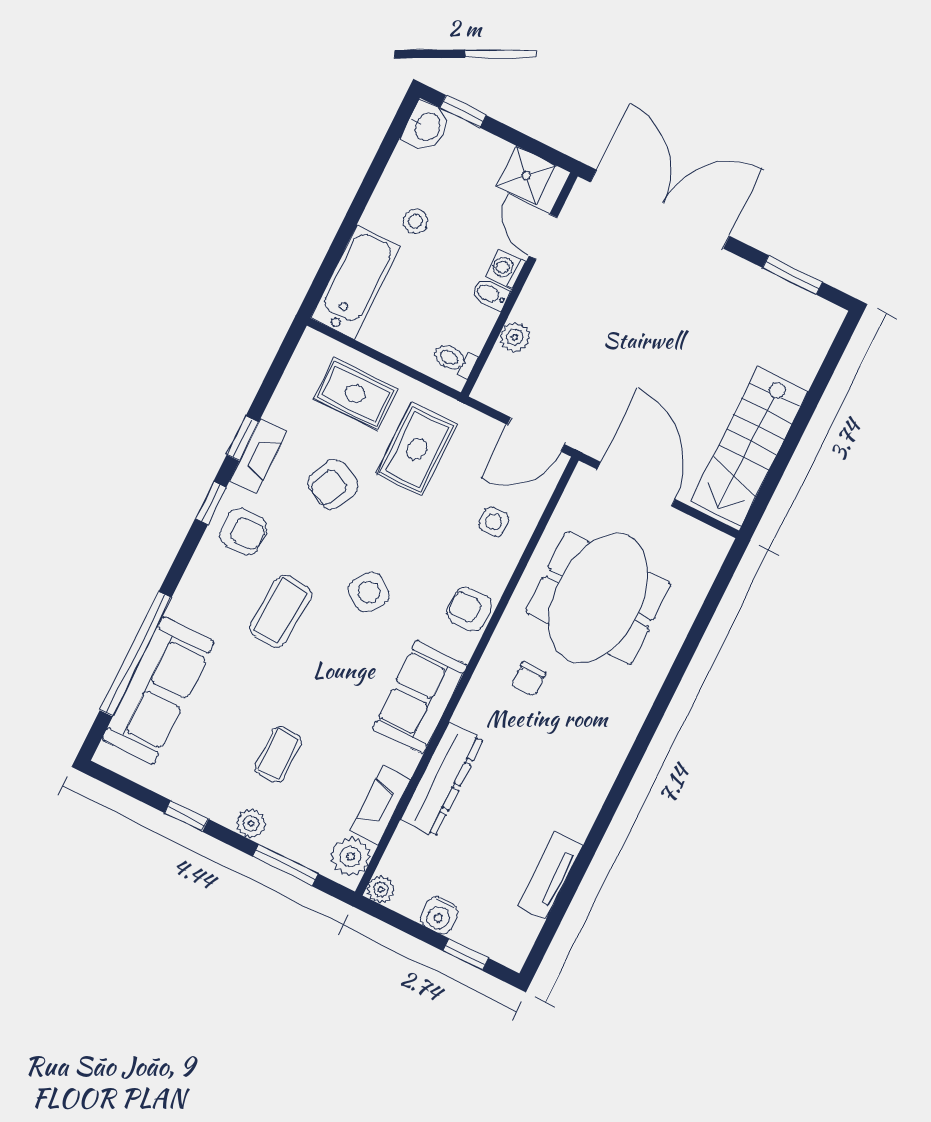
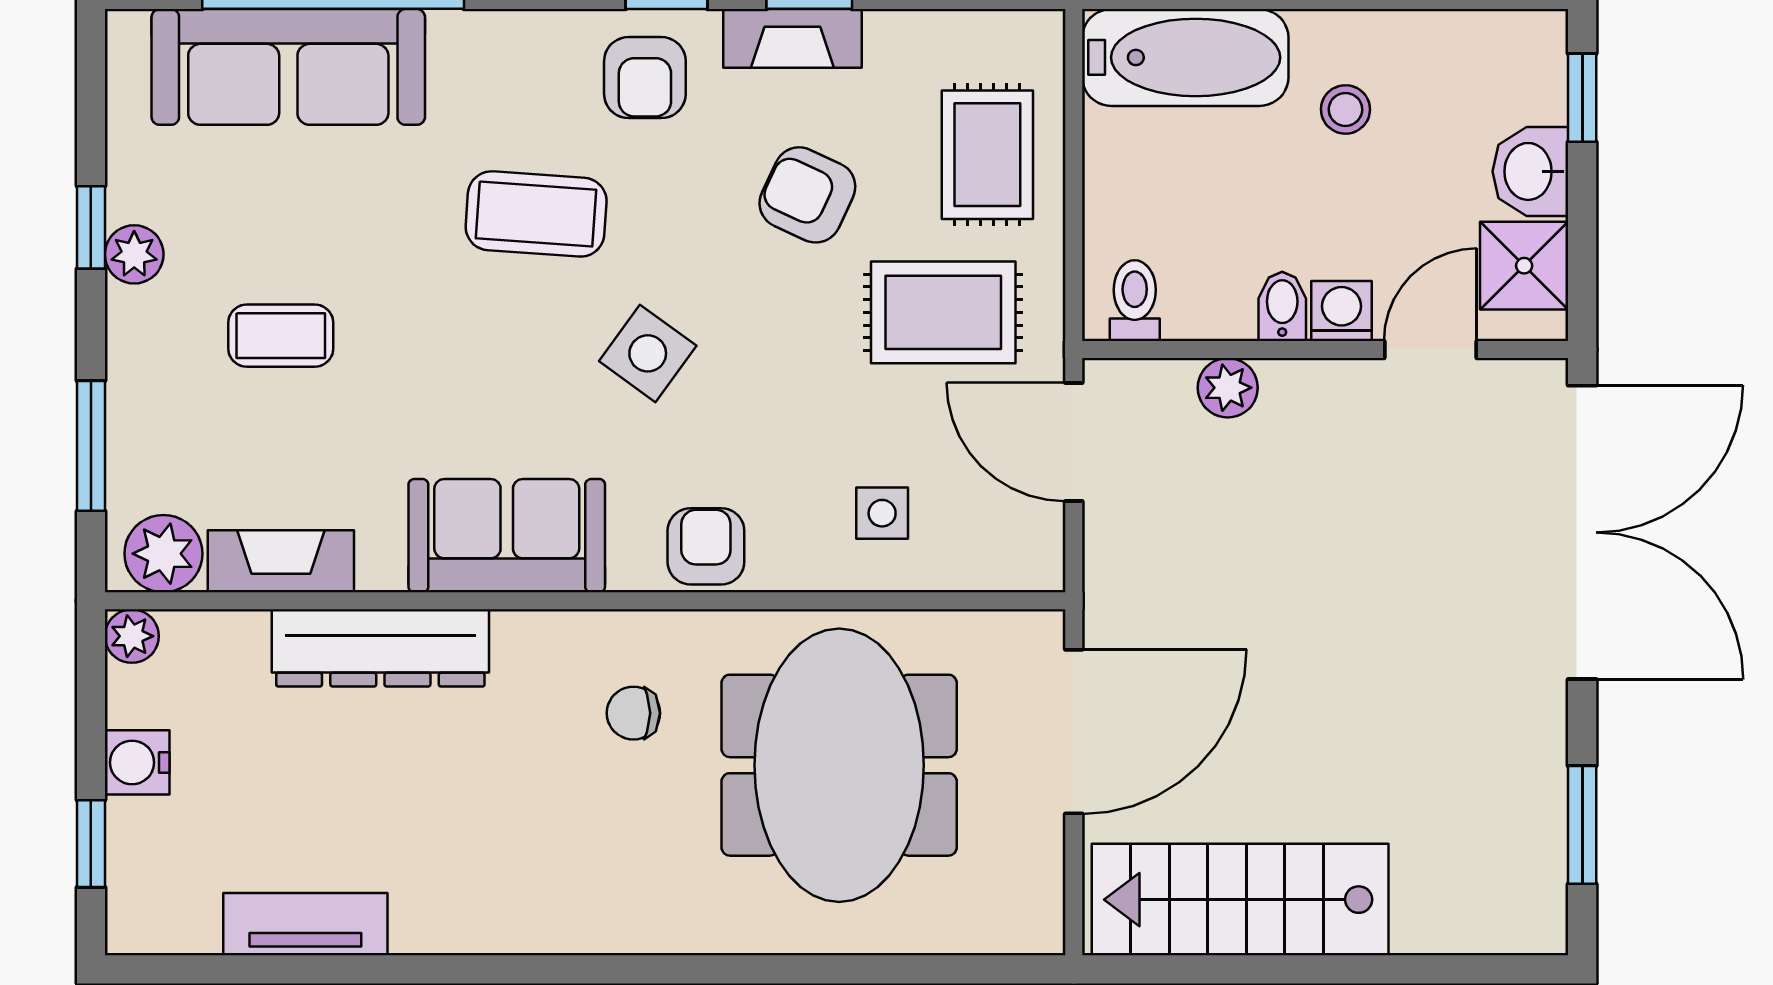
washbasin: (427, 127) -> (1530, 171), moved, turned 90
door: (536, 435) -> (1074, 442), moved
meeting table: (598, 598) -> (839, 765), turned 90
plant: (251, 824) -> (134, 254), moved

